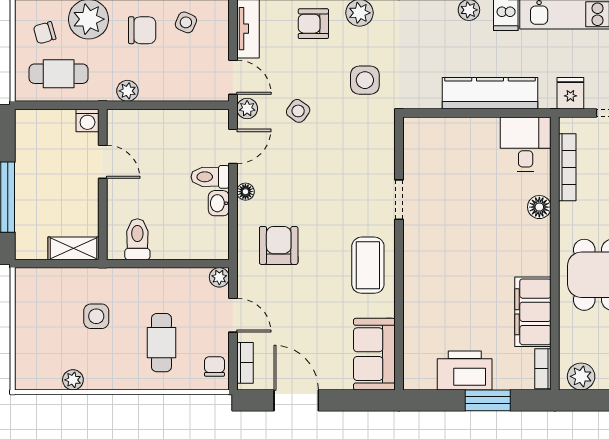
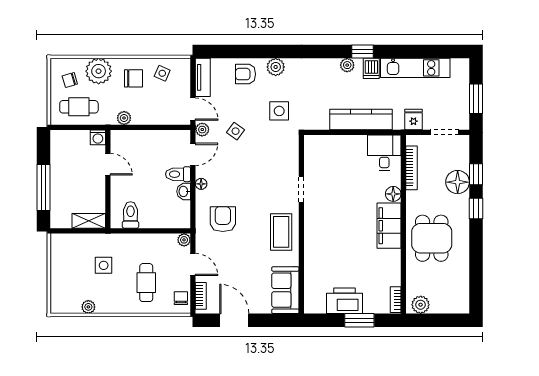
filing cabinet: (533, 312) -> (389, 226), moved

